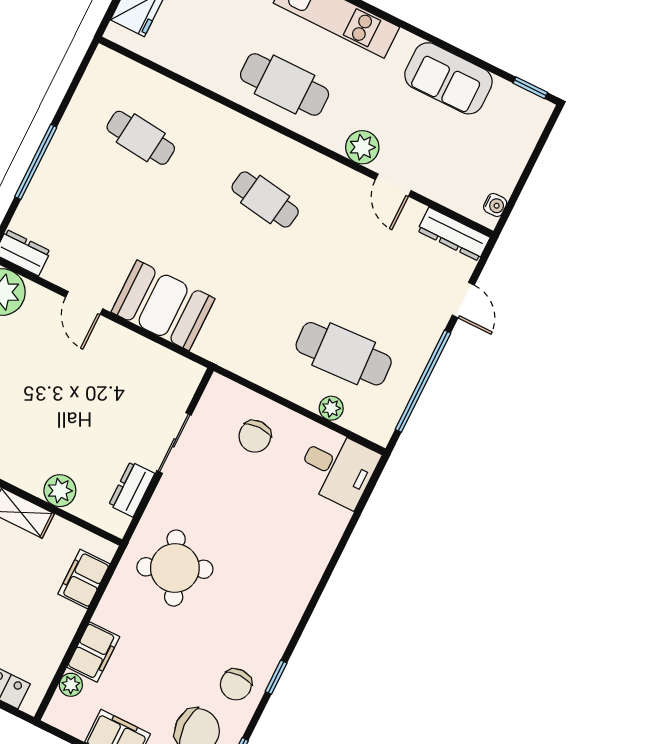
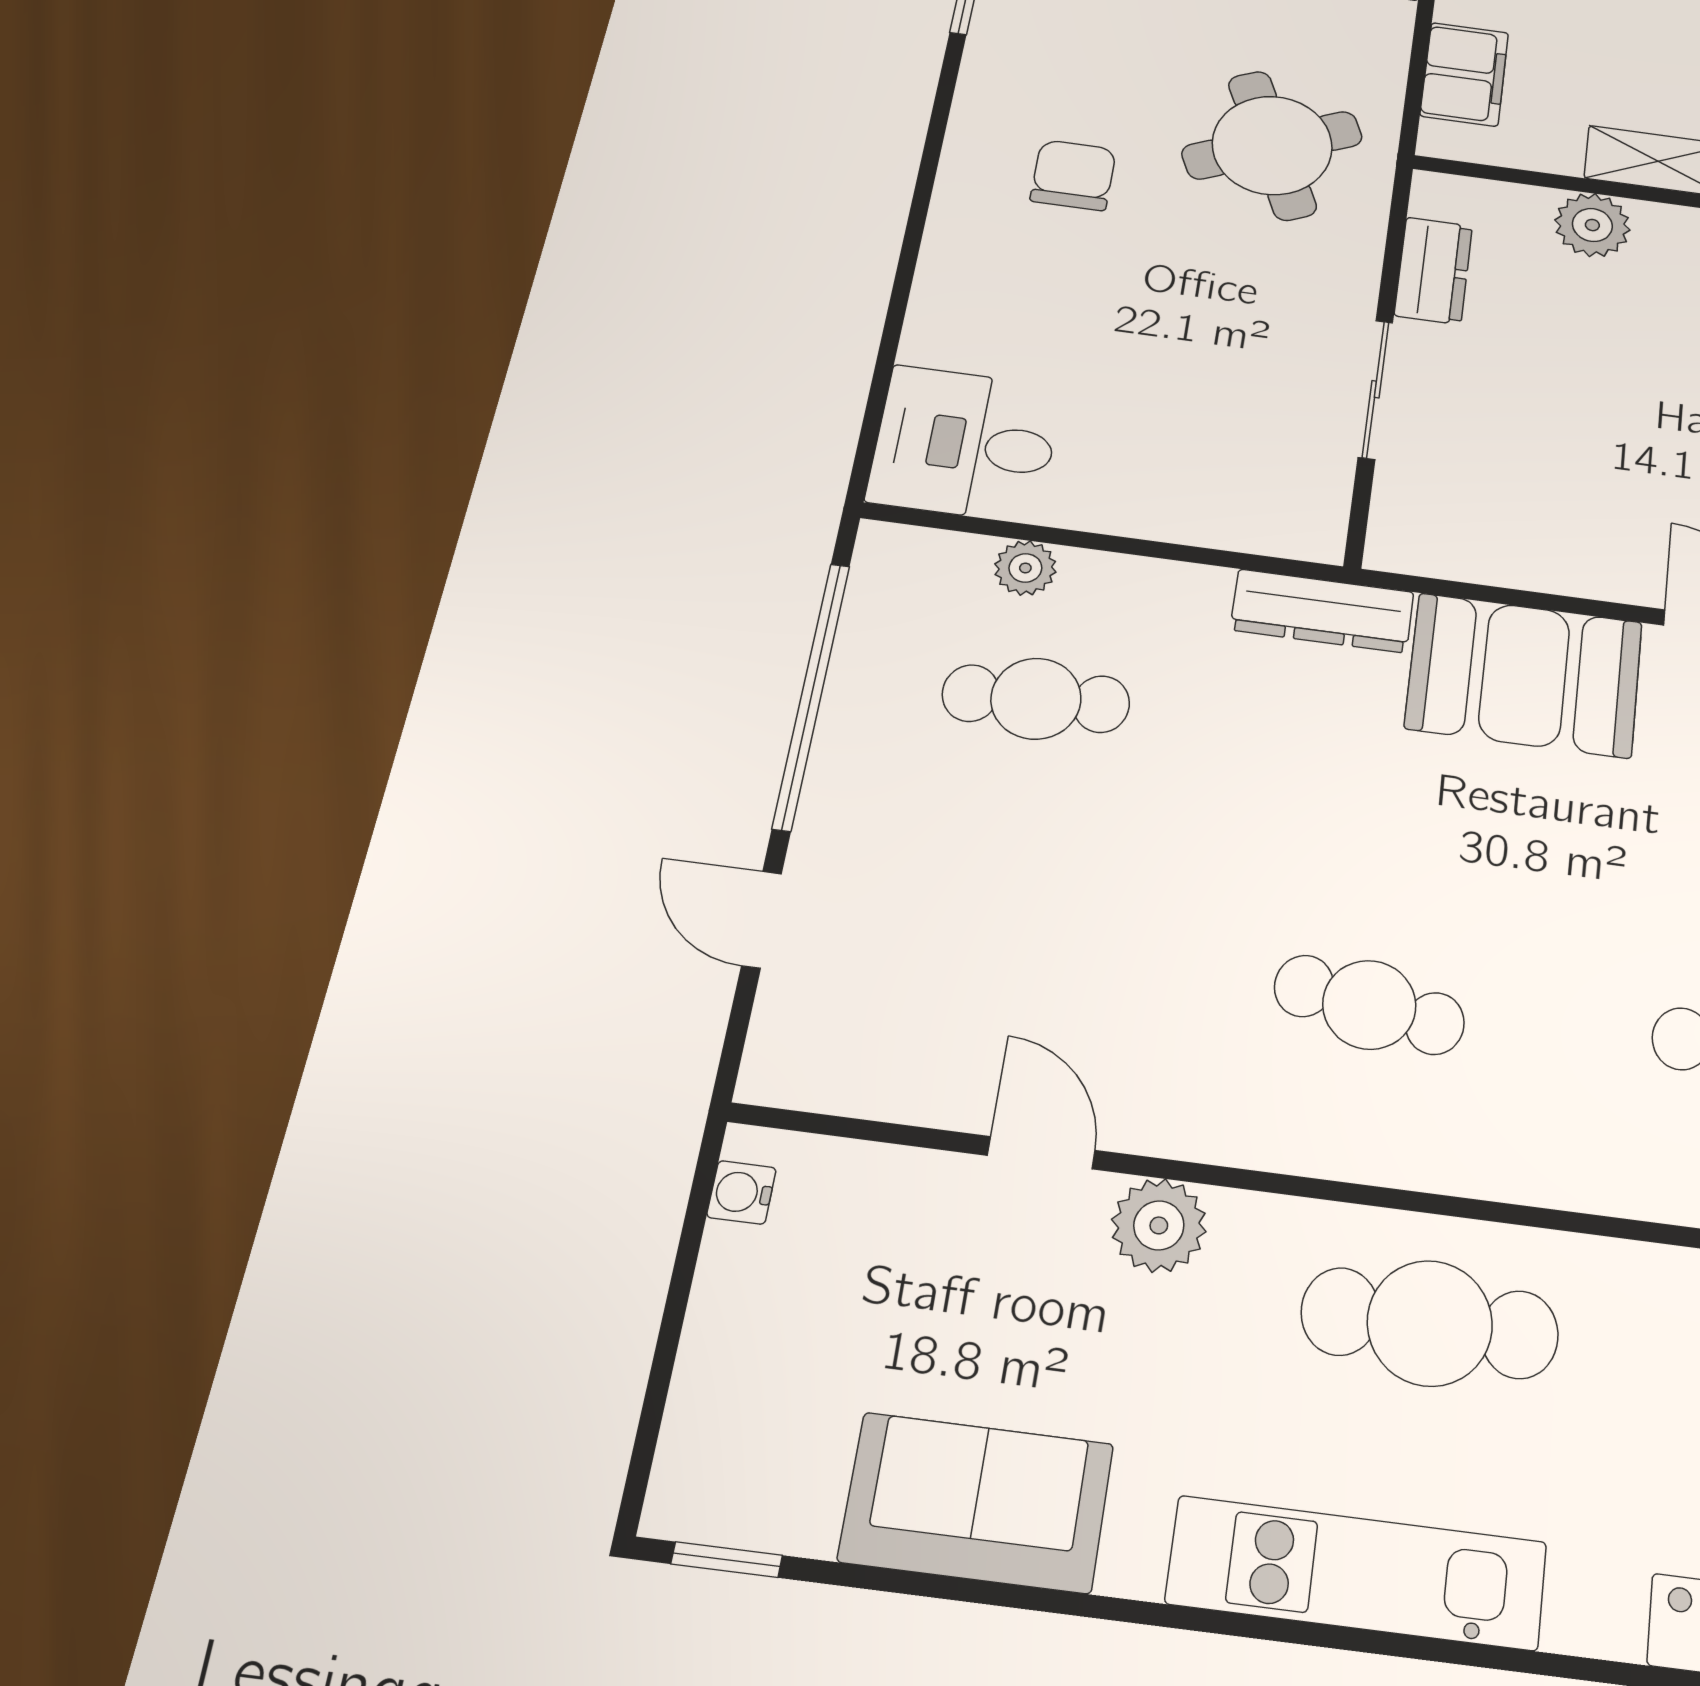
dresser: (454, 234) -> (1322, 611), moved, turned 180
cafe table: (344, 354) -> (1036, 699), width x0.73, depth x0.74
chair: (255, 436) -> (1073, 175), moved

